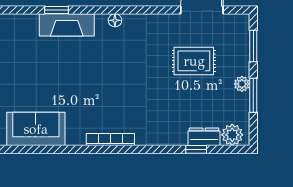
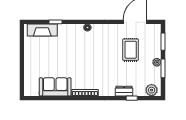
fireplace: (67, 25) -> (42, 30), moved
rug: (194, 61) -> (131, 50), turned 90
sofa: (36, 129) -> (55, 87), moved
dresser: (204, 137) -> (124, 91), moved

